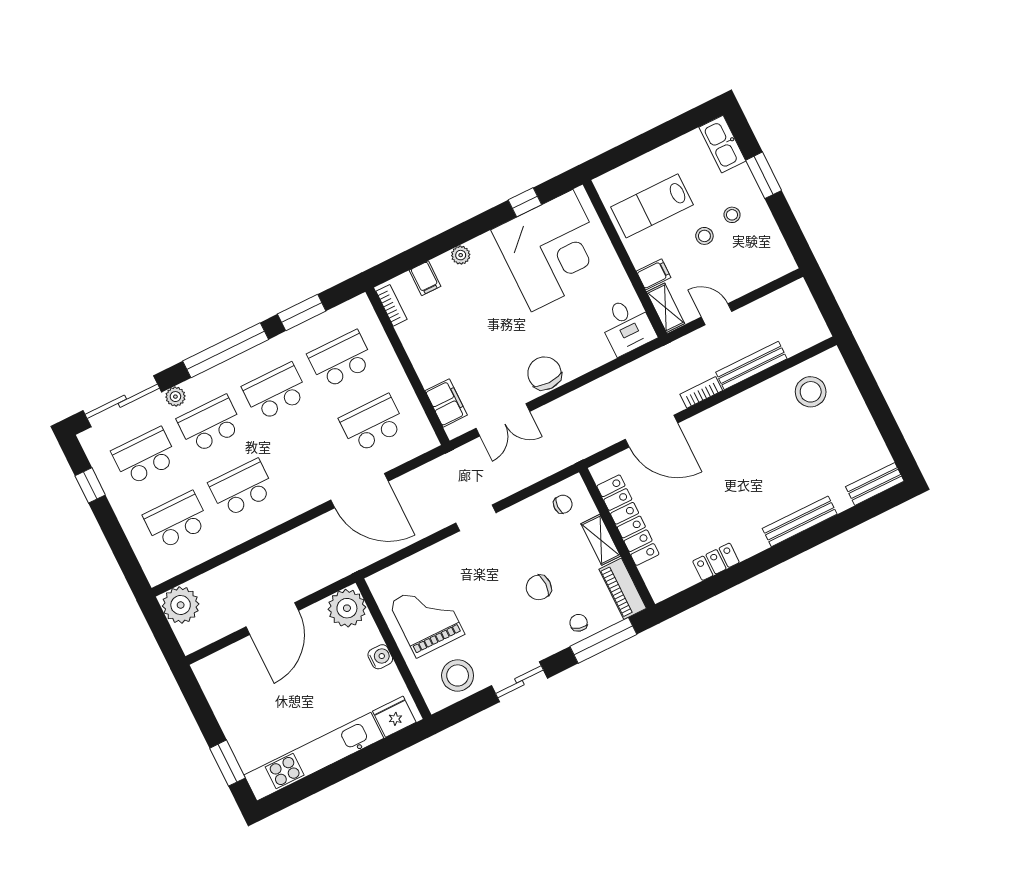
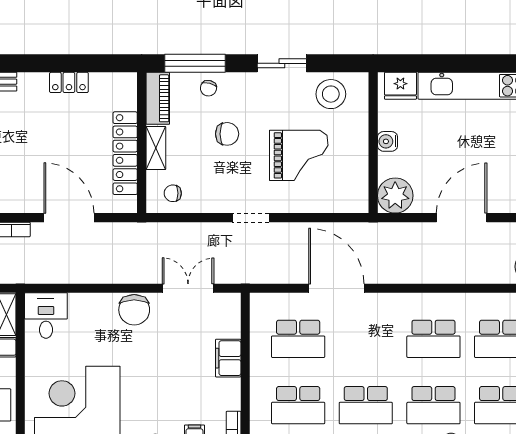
filing cabinet: (446, 403) -> (228, 358), moved
grand piano: (427, 618) -> (299, 155), moved, turned -90

